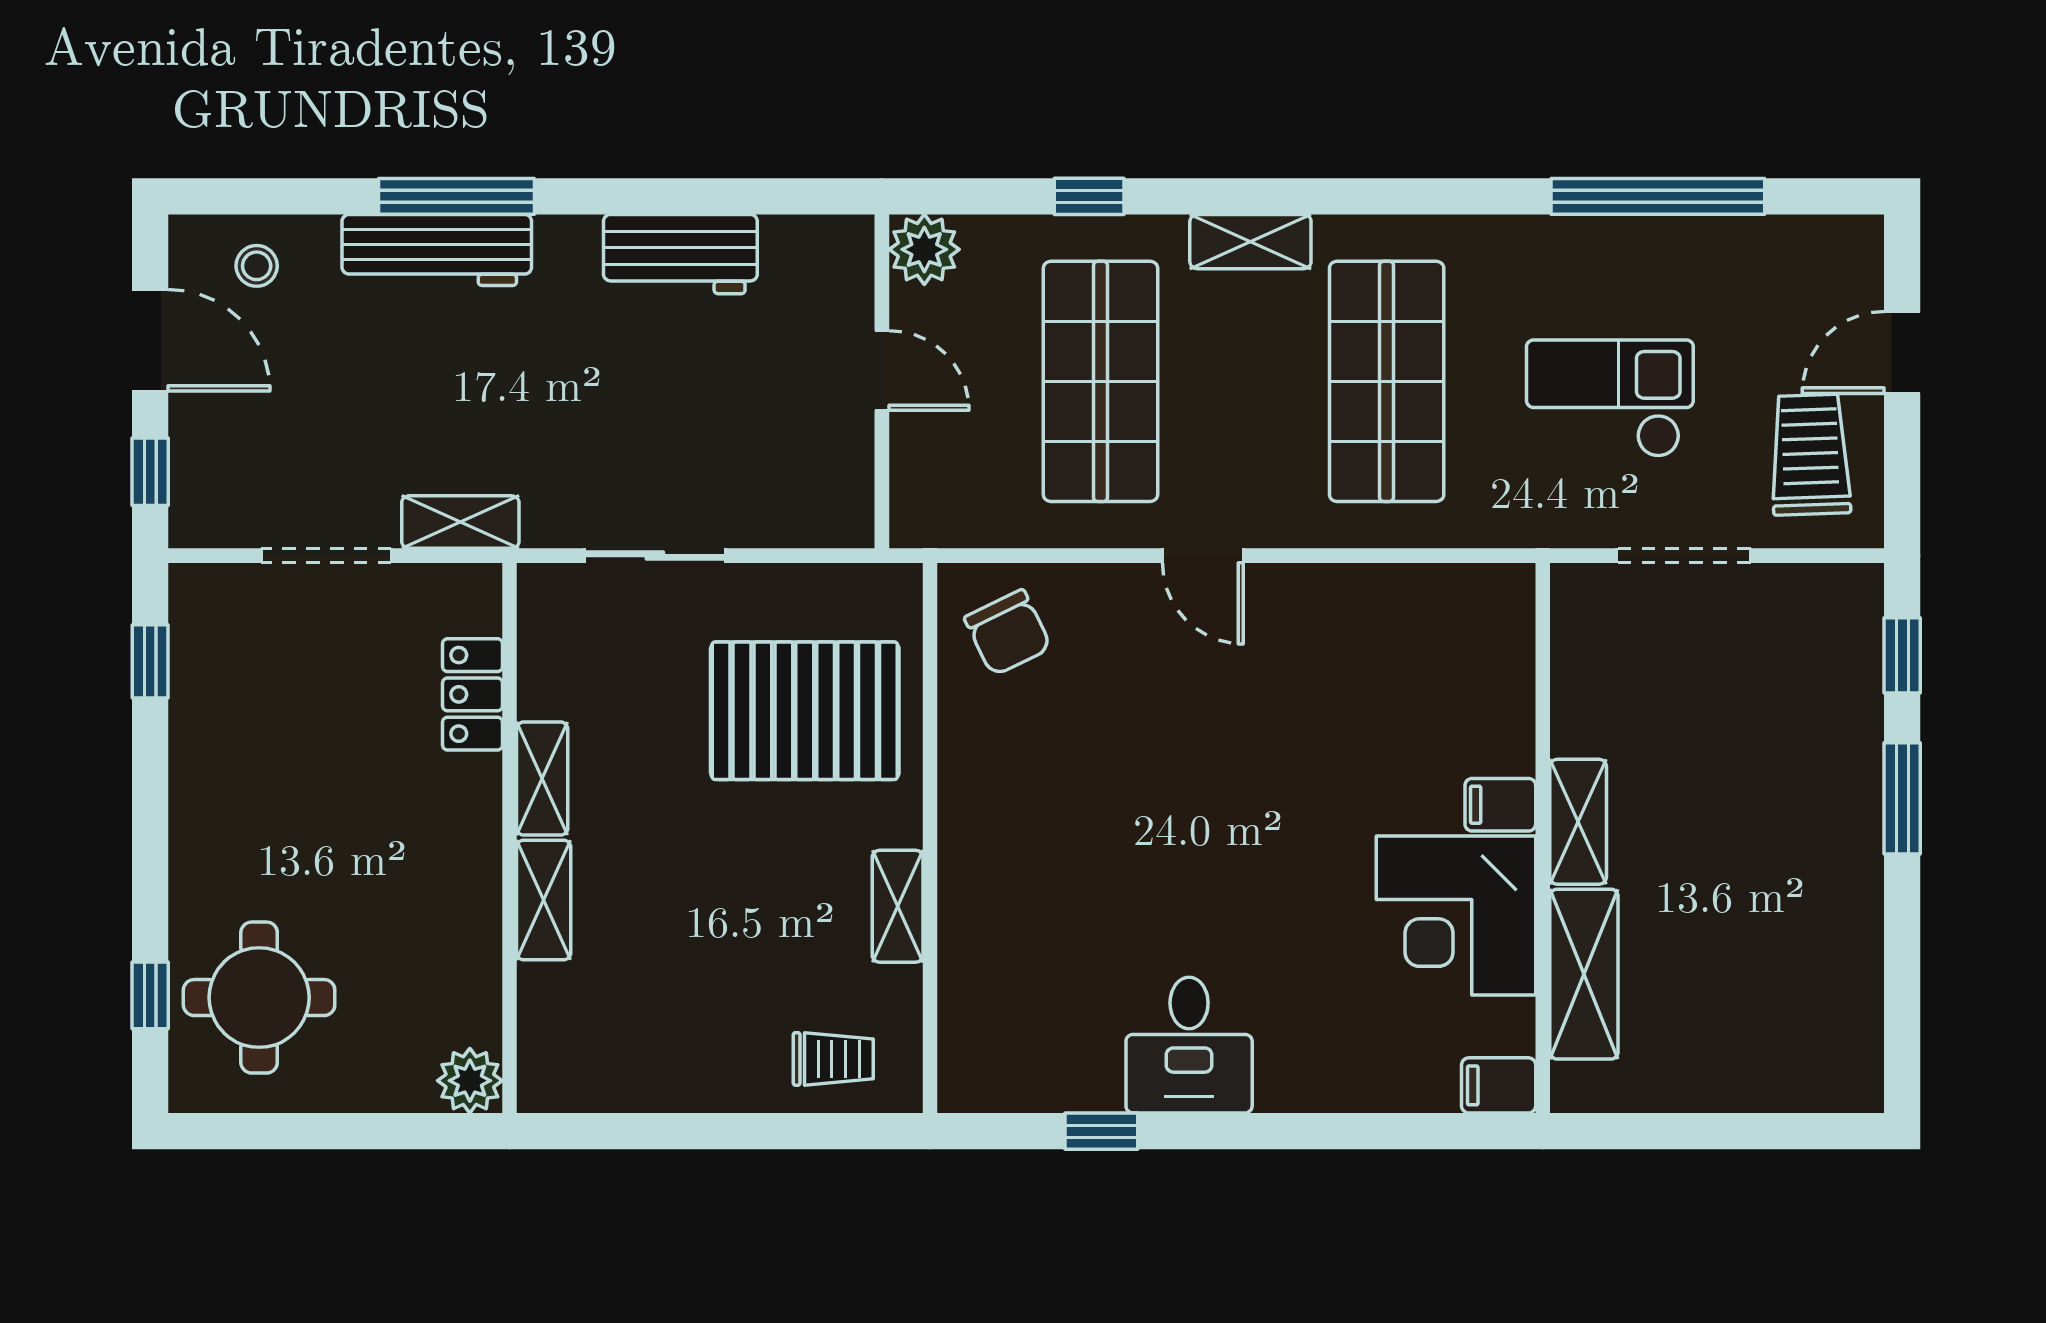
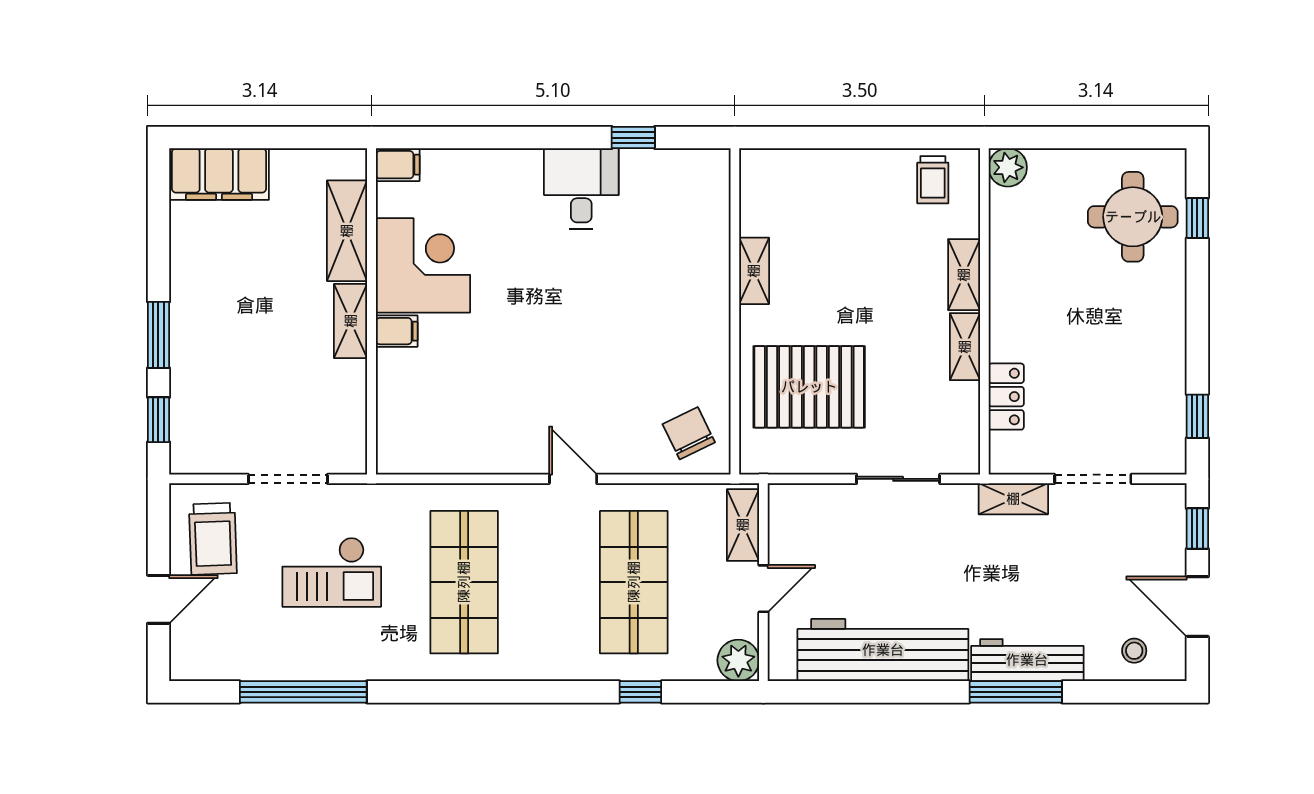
shelving: (1250, 242) -> (743, 525), moved, turned 90
workbench: (680, 254) -> (883, 650), width x1.88, depth x1.32
door: (882, 371) -> (763, 589), swing flipped
trolley: (833, 1059) -> (933, 180), moved, turned -90
filing cabinet: (1800, 1070) -> (219, 174), added

